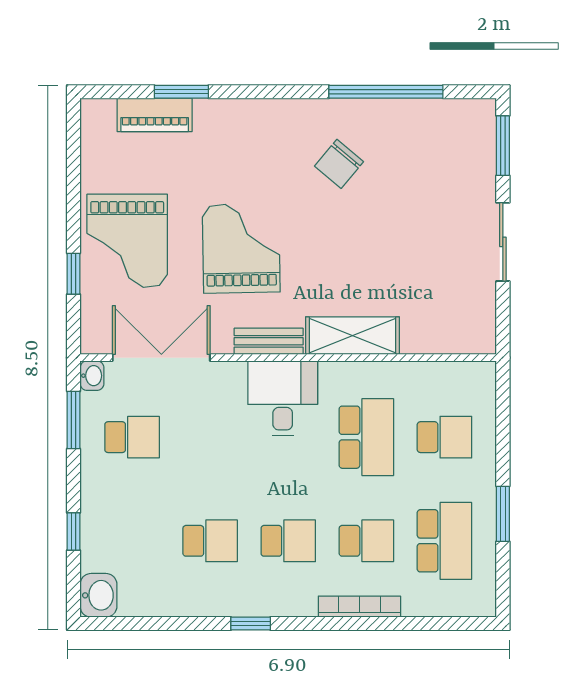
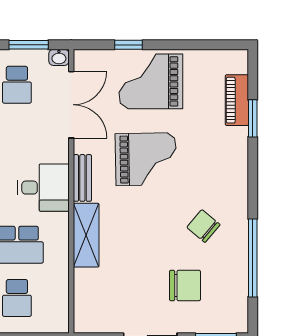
chair: (426, 191) -> (185, 285), added

